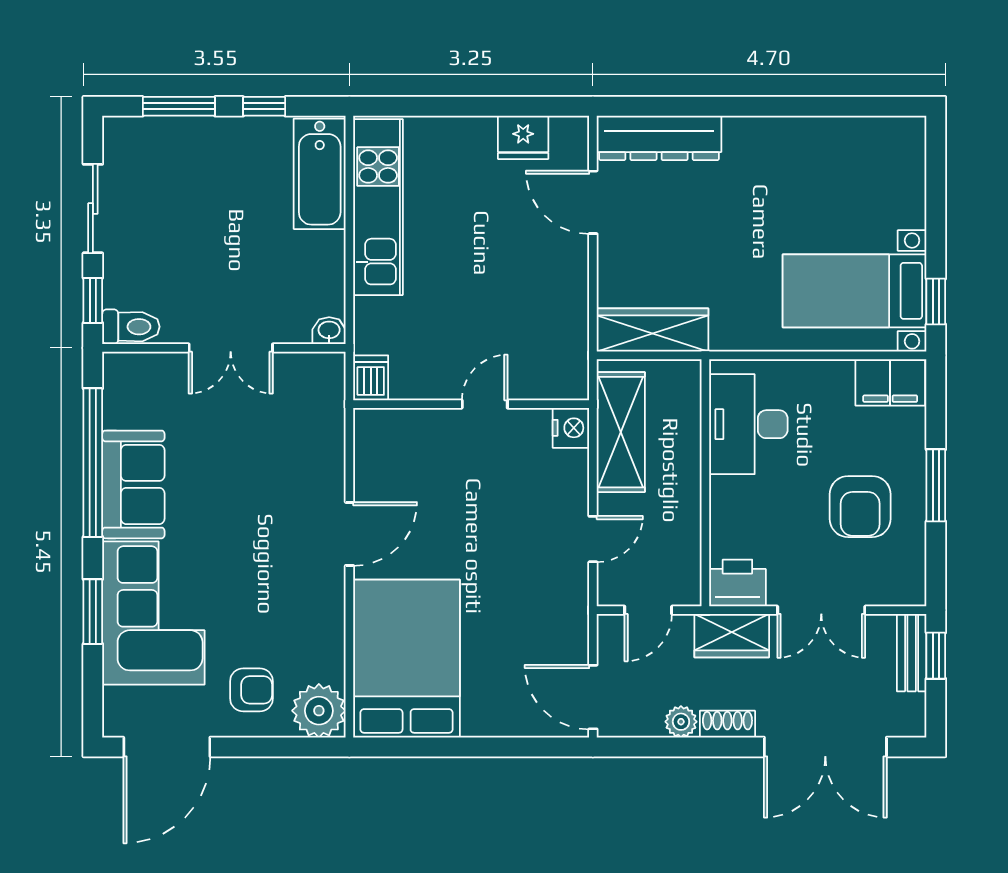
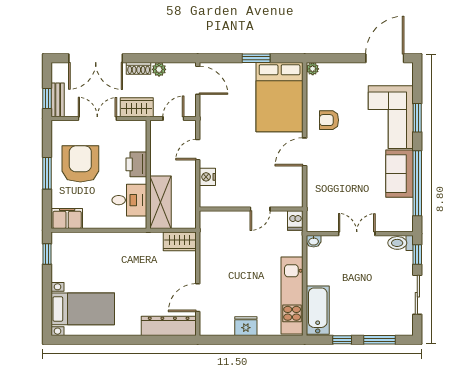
fridge: (523, 137) -> (246, 326), moved
door: (593, 202) -> (198, 298), swing flipped
bed with nightstands: (855, 291) -> (83, 309), moved
wardrobe: (653, 330) -> (180, 241), width x0.67
door: (485, 404) -> (260, 209), moved
desk: (748, 424) -> (129, 200), width x0.73
nightstand: (571, 428) -> (207, 177), moved
shelving: (621, 432) -> (160, 202), moved
armchair: (860, 507) -> (80, 164), width x1.36, depth x1.36
printer: (737, 583) -> (136, 164), moved, turned 90
armchair: (251, 690) -> (329, 120), moved
plant: (319, 711) -> (313, 69), width x0.53, depth x0.53
window: (460, 747) -> (256, 58), added
double door: (825, 747) -> (96, 58), swing flipped

